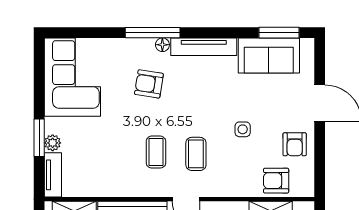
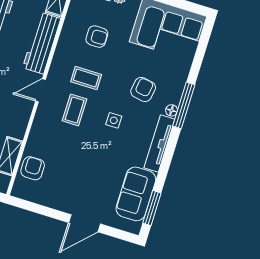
side table: (243, 129) -> (114, 120), moved
armchair: (295, 144) -> (97, 37), moved, turned 180
coffee table: (196, 154) -> (75, 110), turned 90

